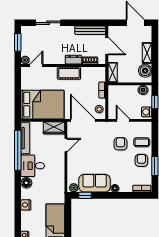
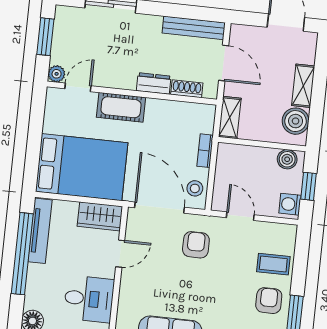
cot: (69, 73) -> (121, 107), moved
armchair: (120, 144) -> (196, 245), moved
desk: (33, 166) -> (89, 299), moved, turned 180

